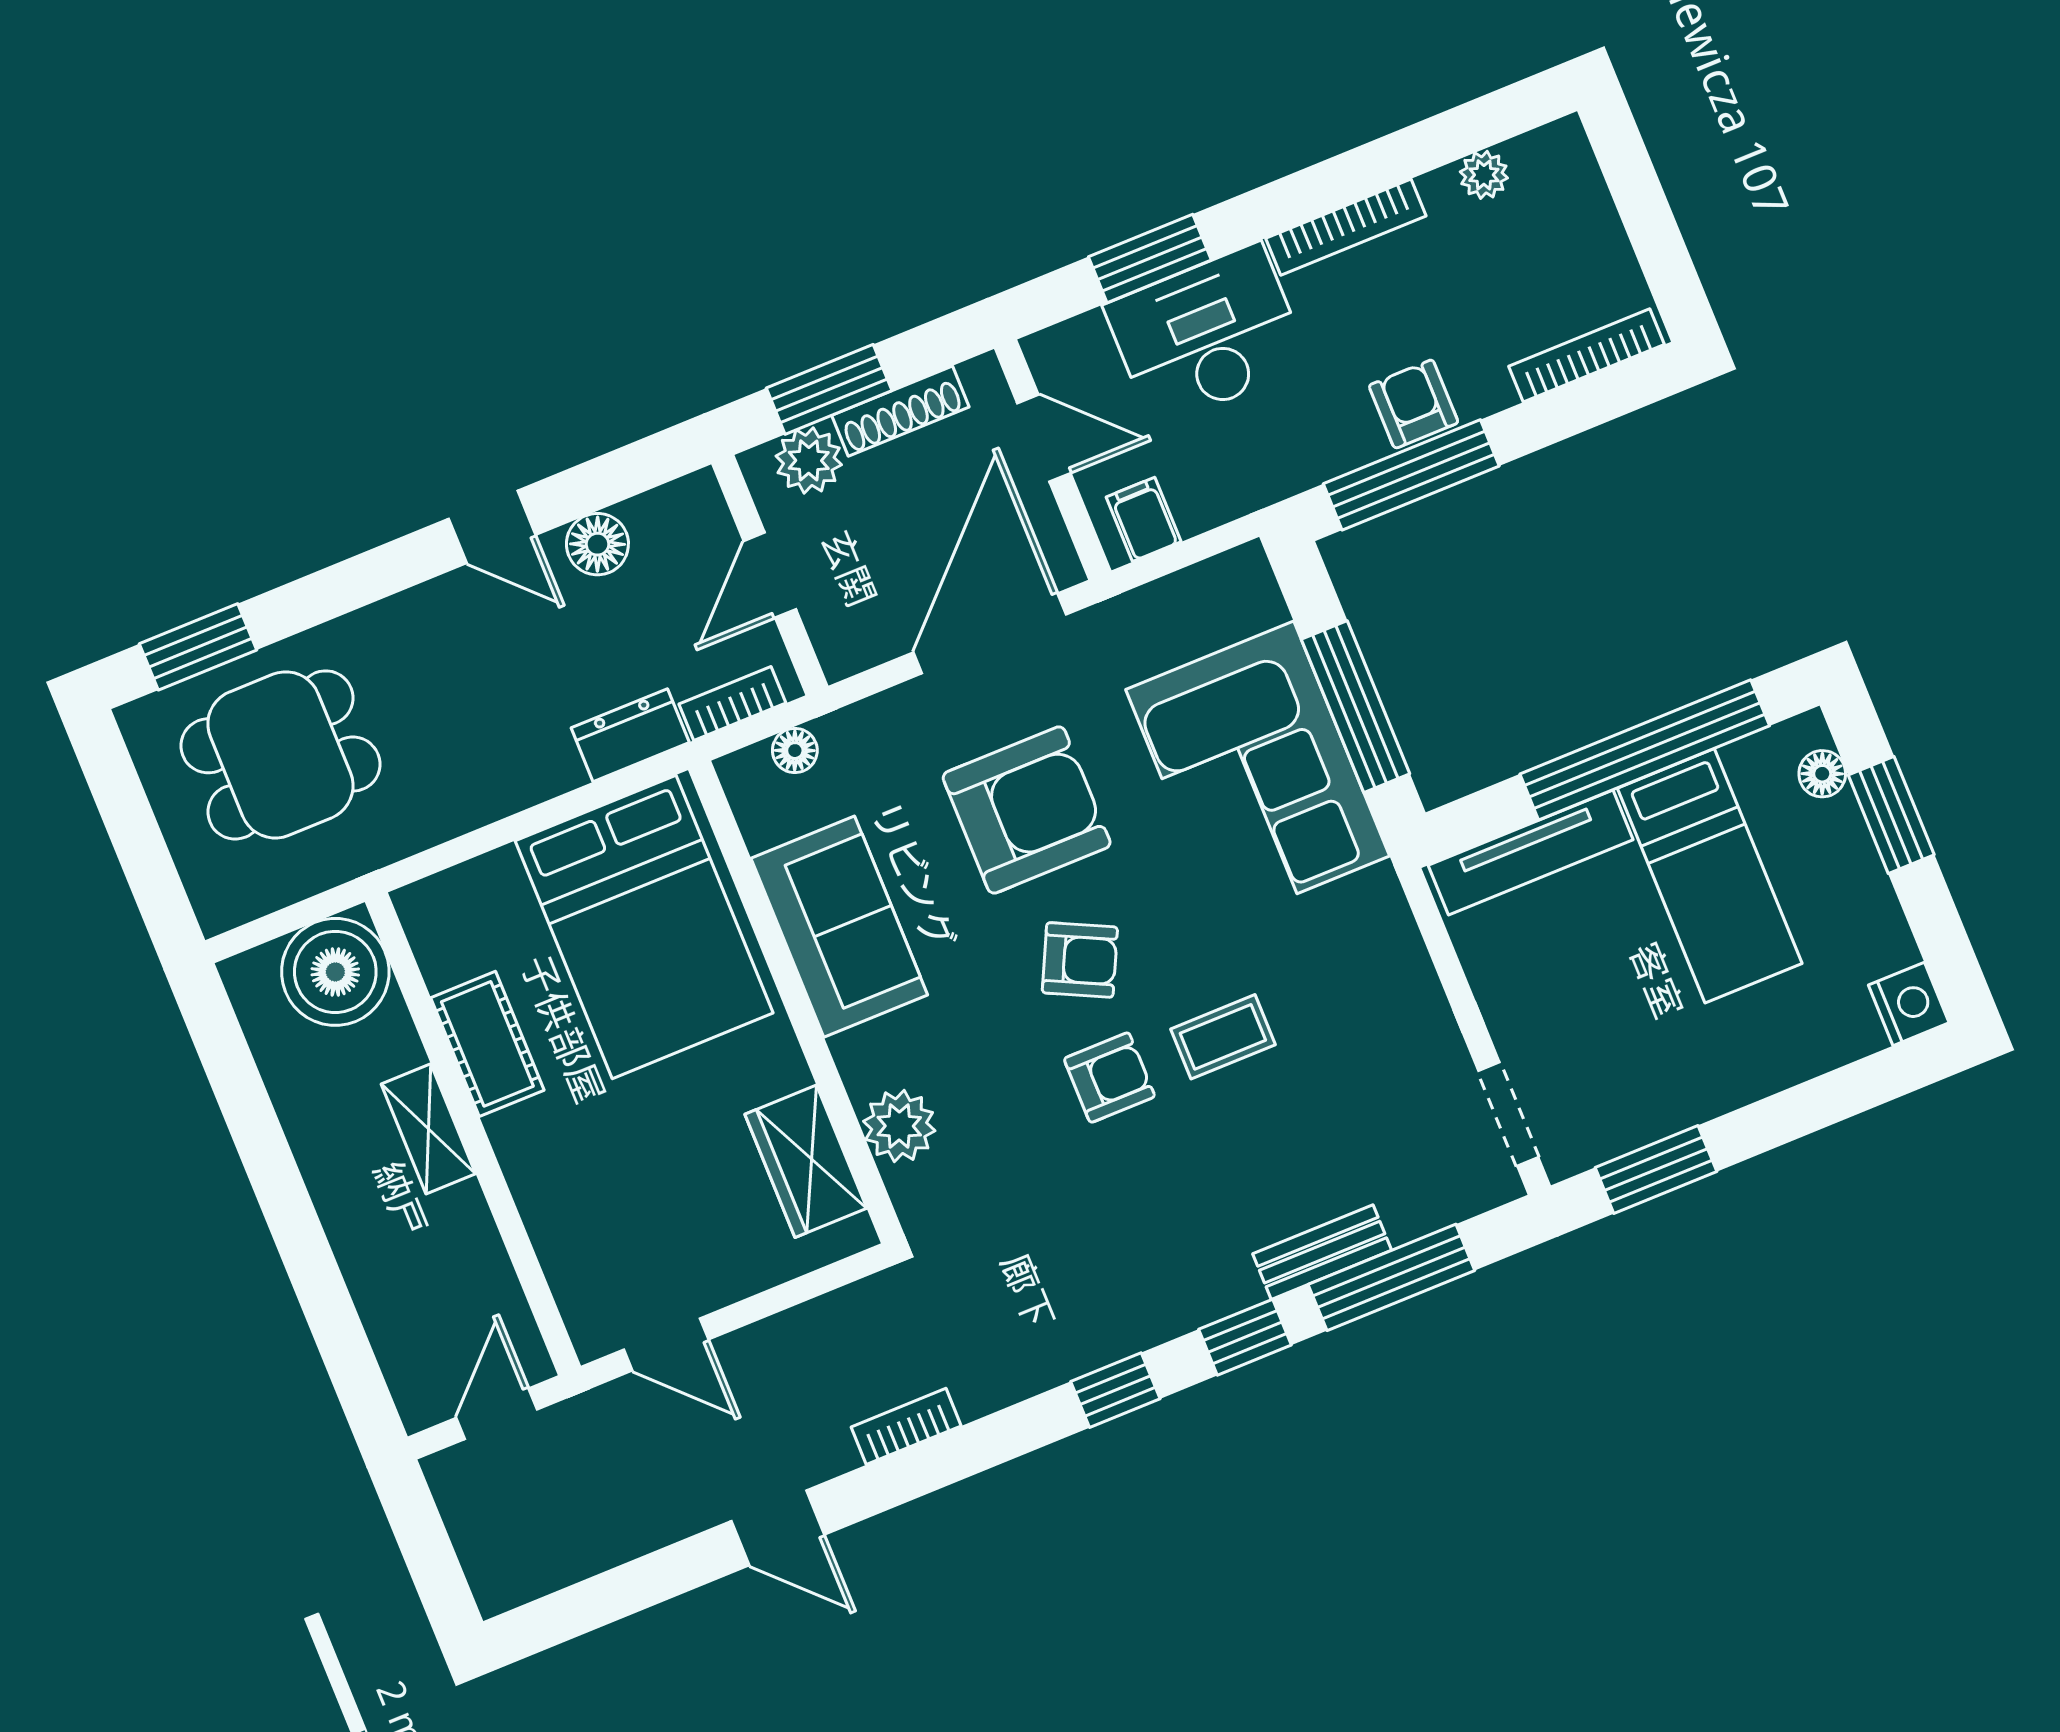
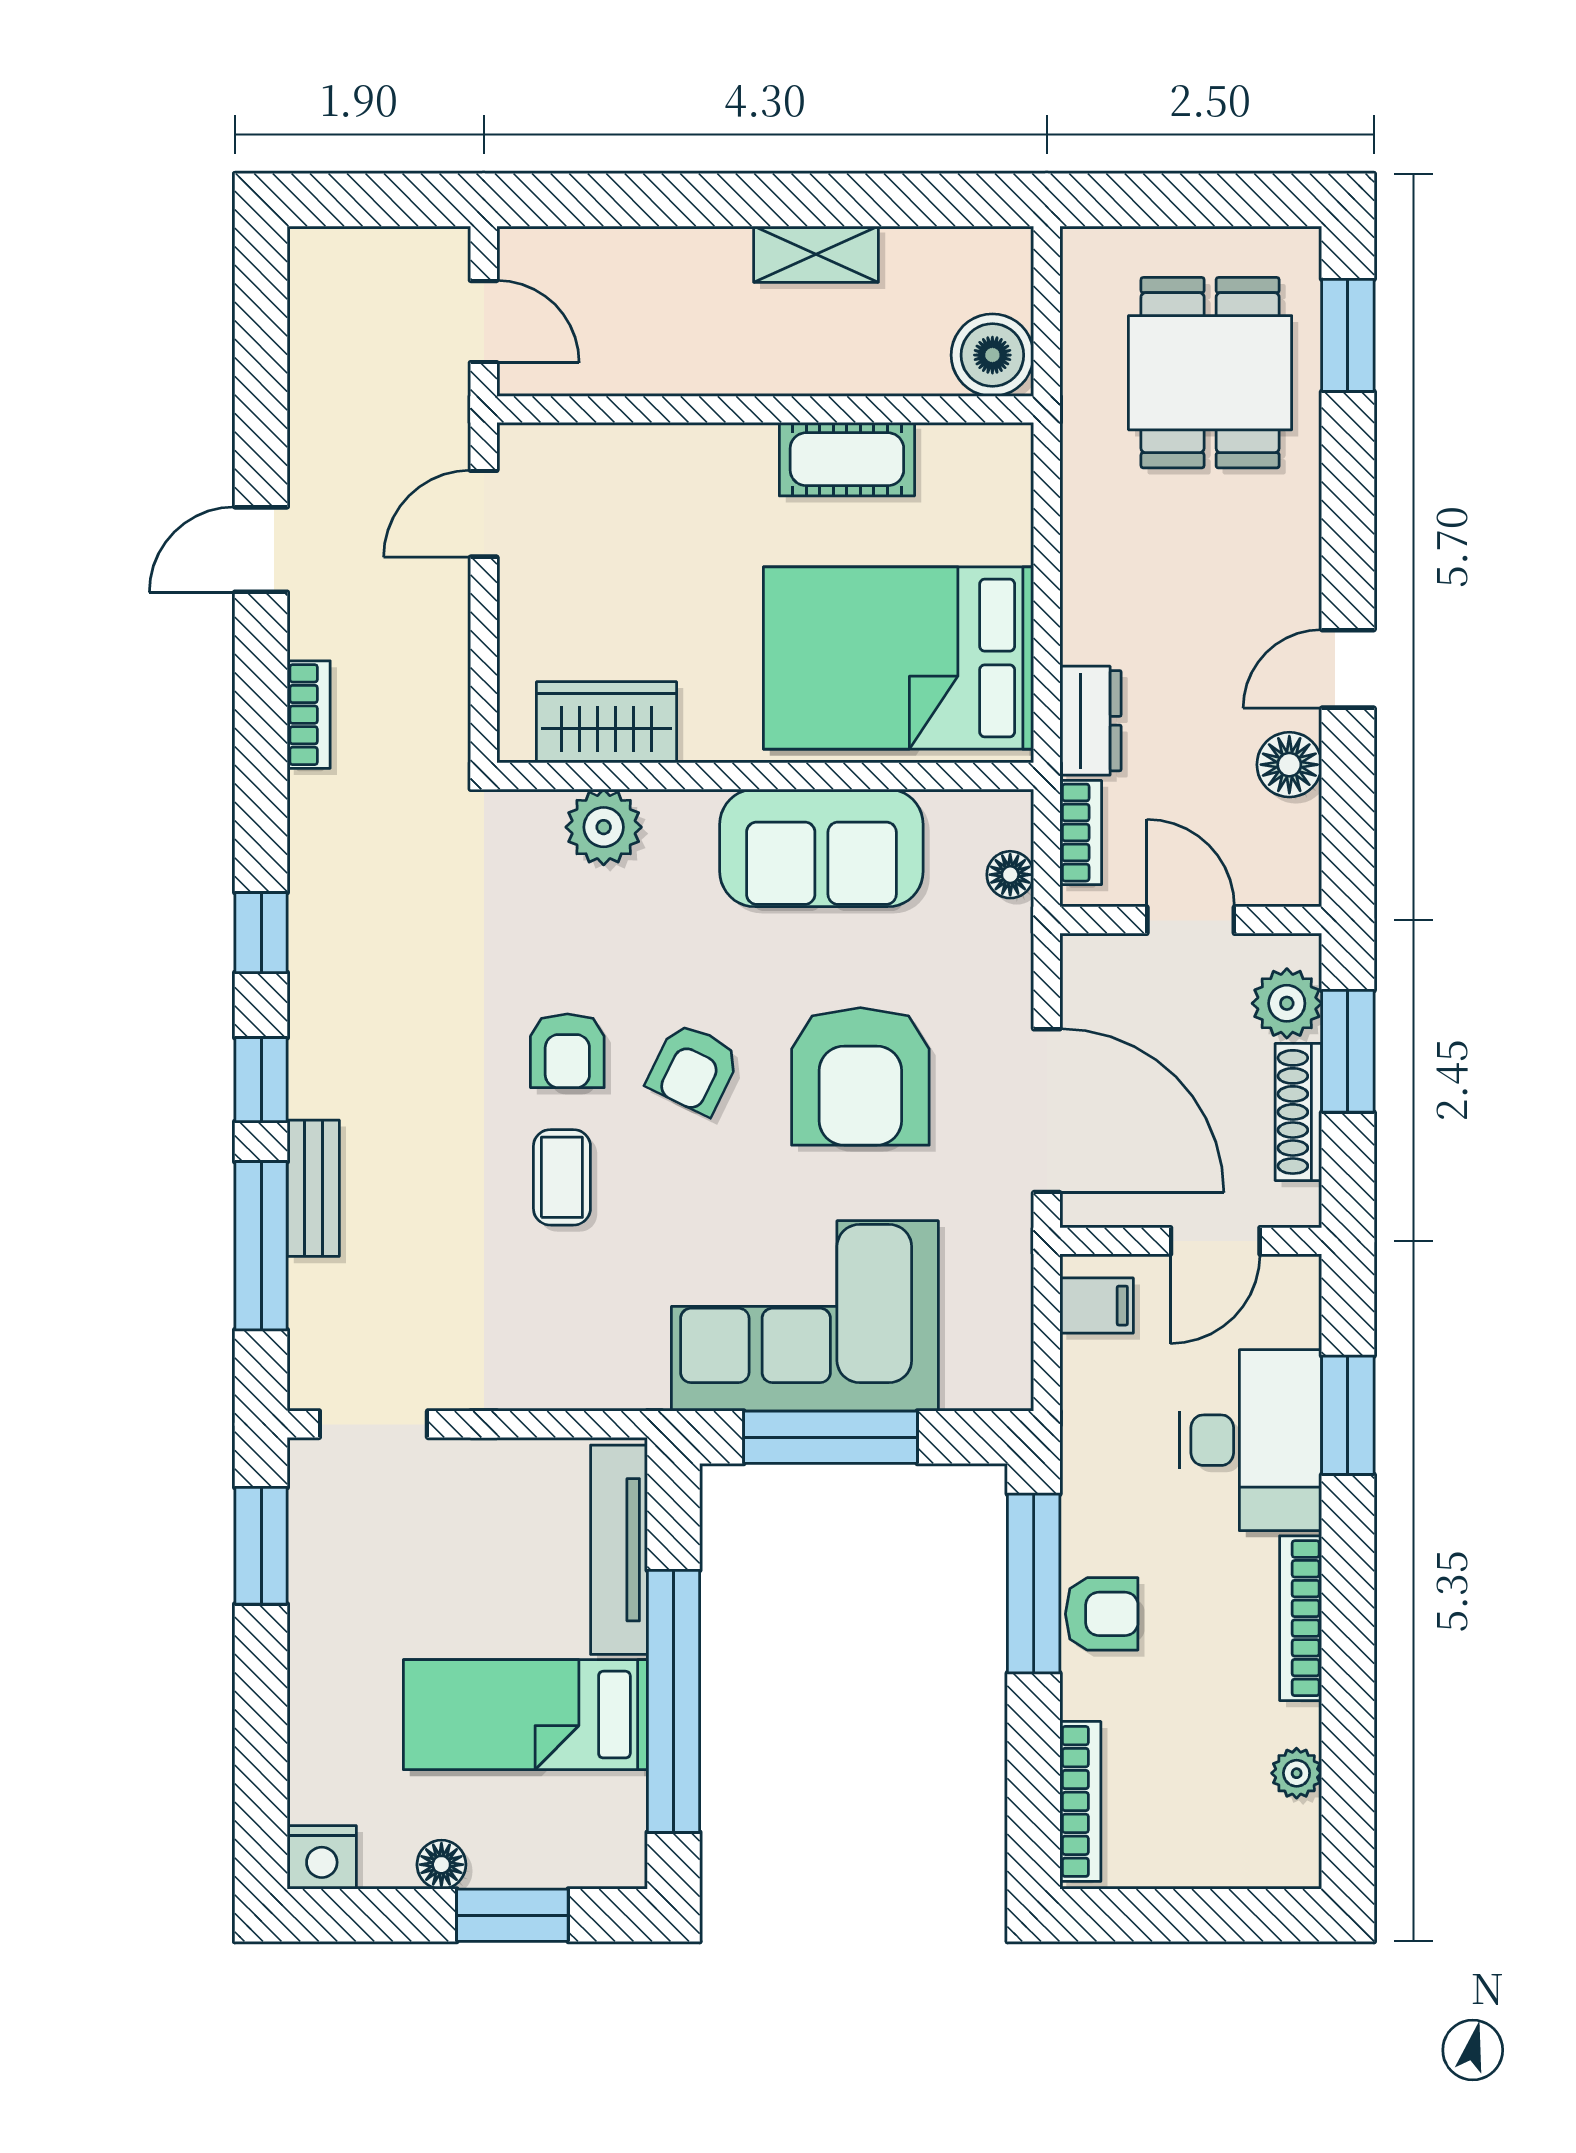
floor lamp: (1822, 774) -> (441, 1865), moved
boiler: (335, 972) -> (992, 355), width x0.73, depth x0.73
shelving: (428, 1129) -> (816, 254), moved

